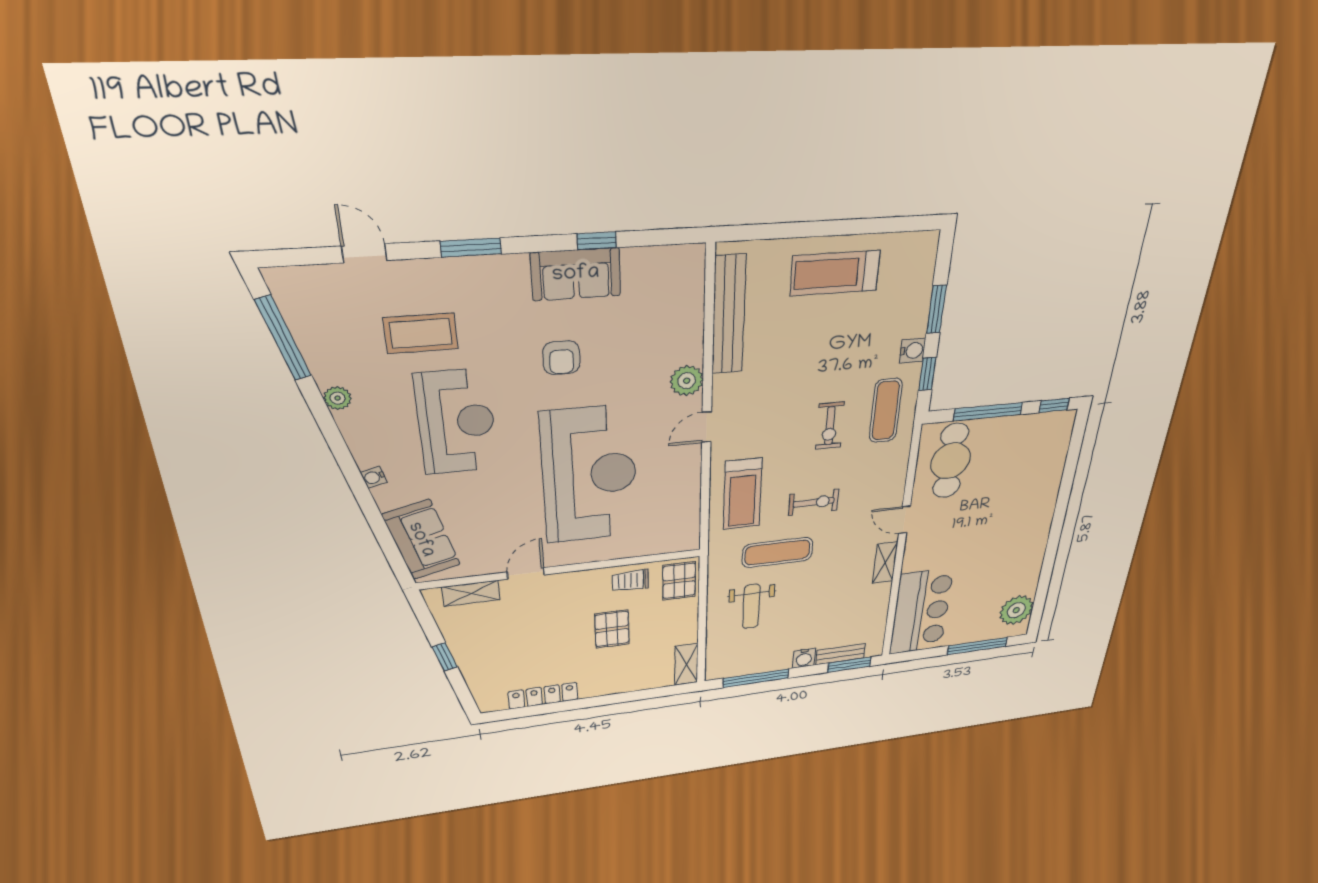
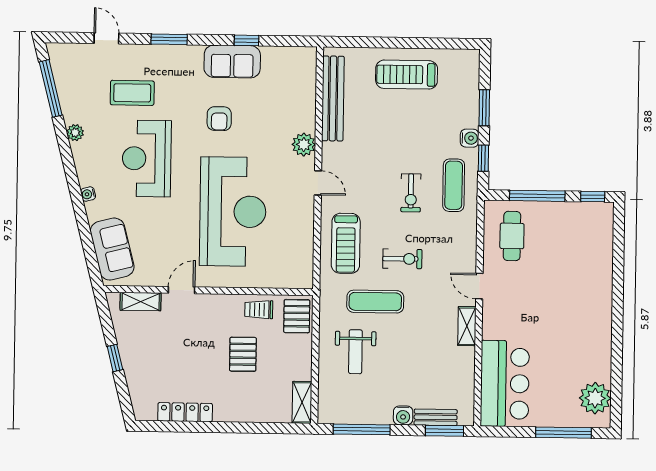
reception desk: (456, 422) -> (147, 158), turned 180
door: (707, 427) -> (318, 183), swing flipped
cafe table: (950, 461) -> (512, 236), width x0.73, depth x0.74

